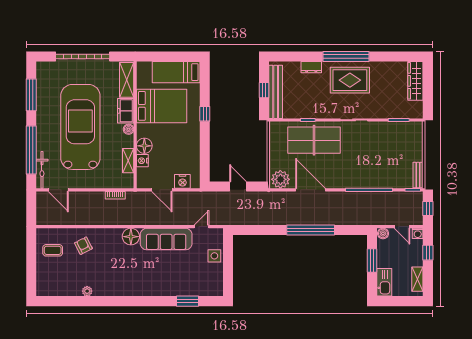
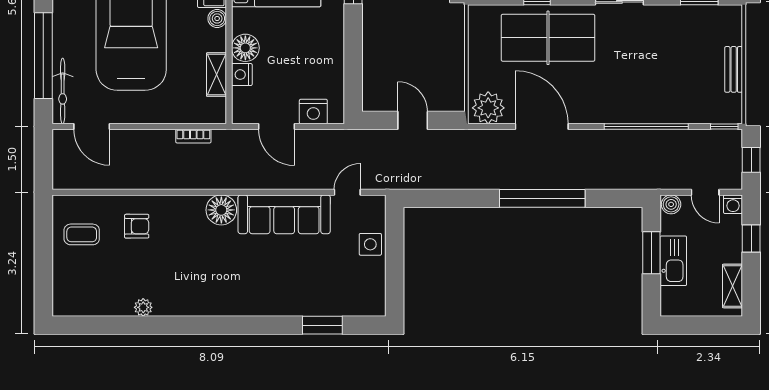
bench: (418, 175) -> (734, 69), moved
armchair: (83, 246) -> (137, 226), turned 117
kitchen sink: (384, 282) -> (673, 261), moved

